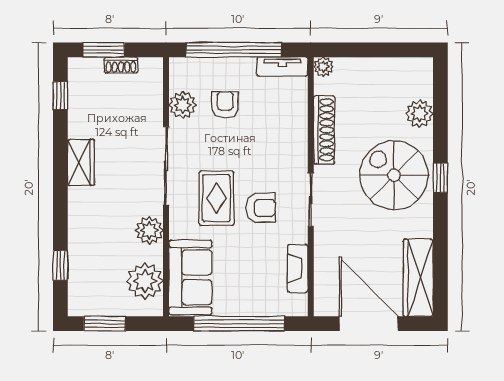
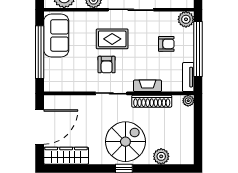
plant: (183, 105) -> (186, 19), moved
fireplace: (298, 268) -> (147, 86), moved
sofa: (190, 277) -> (56, 35), moved, turned -90

